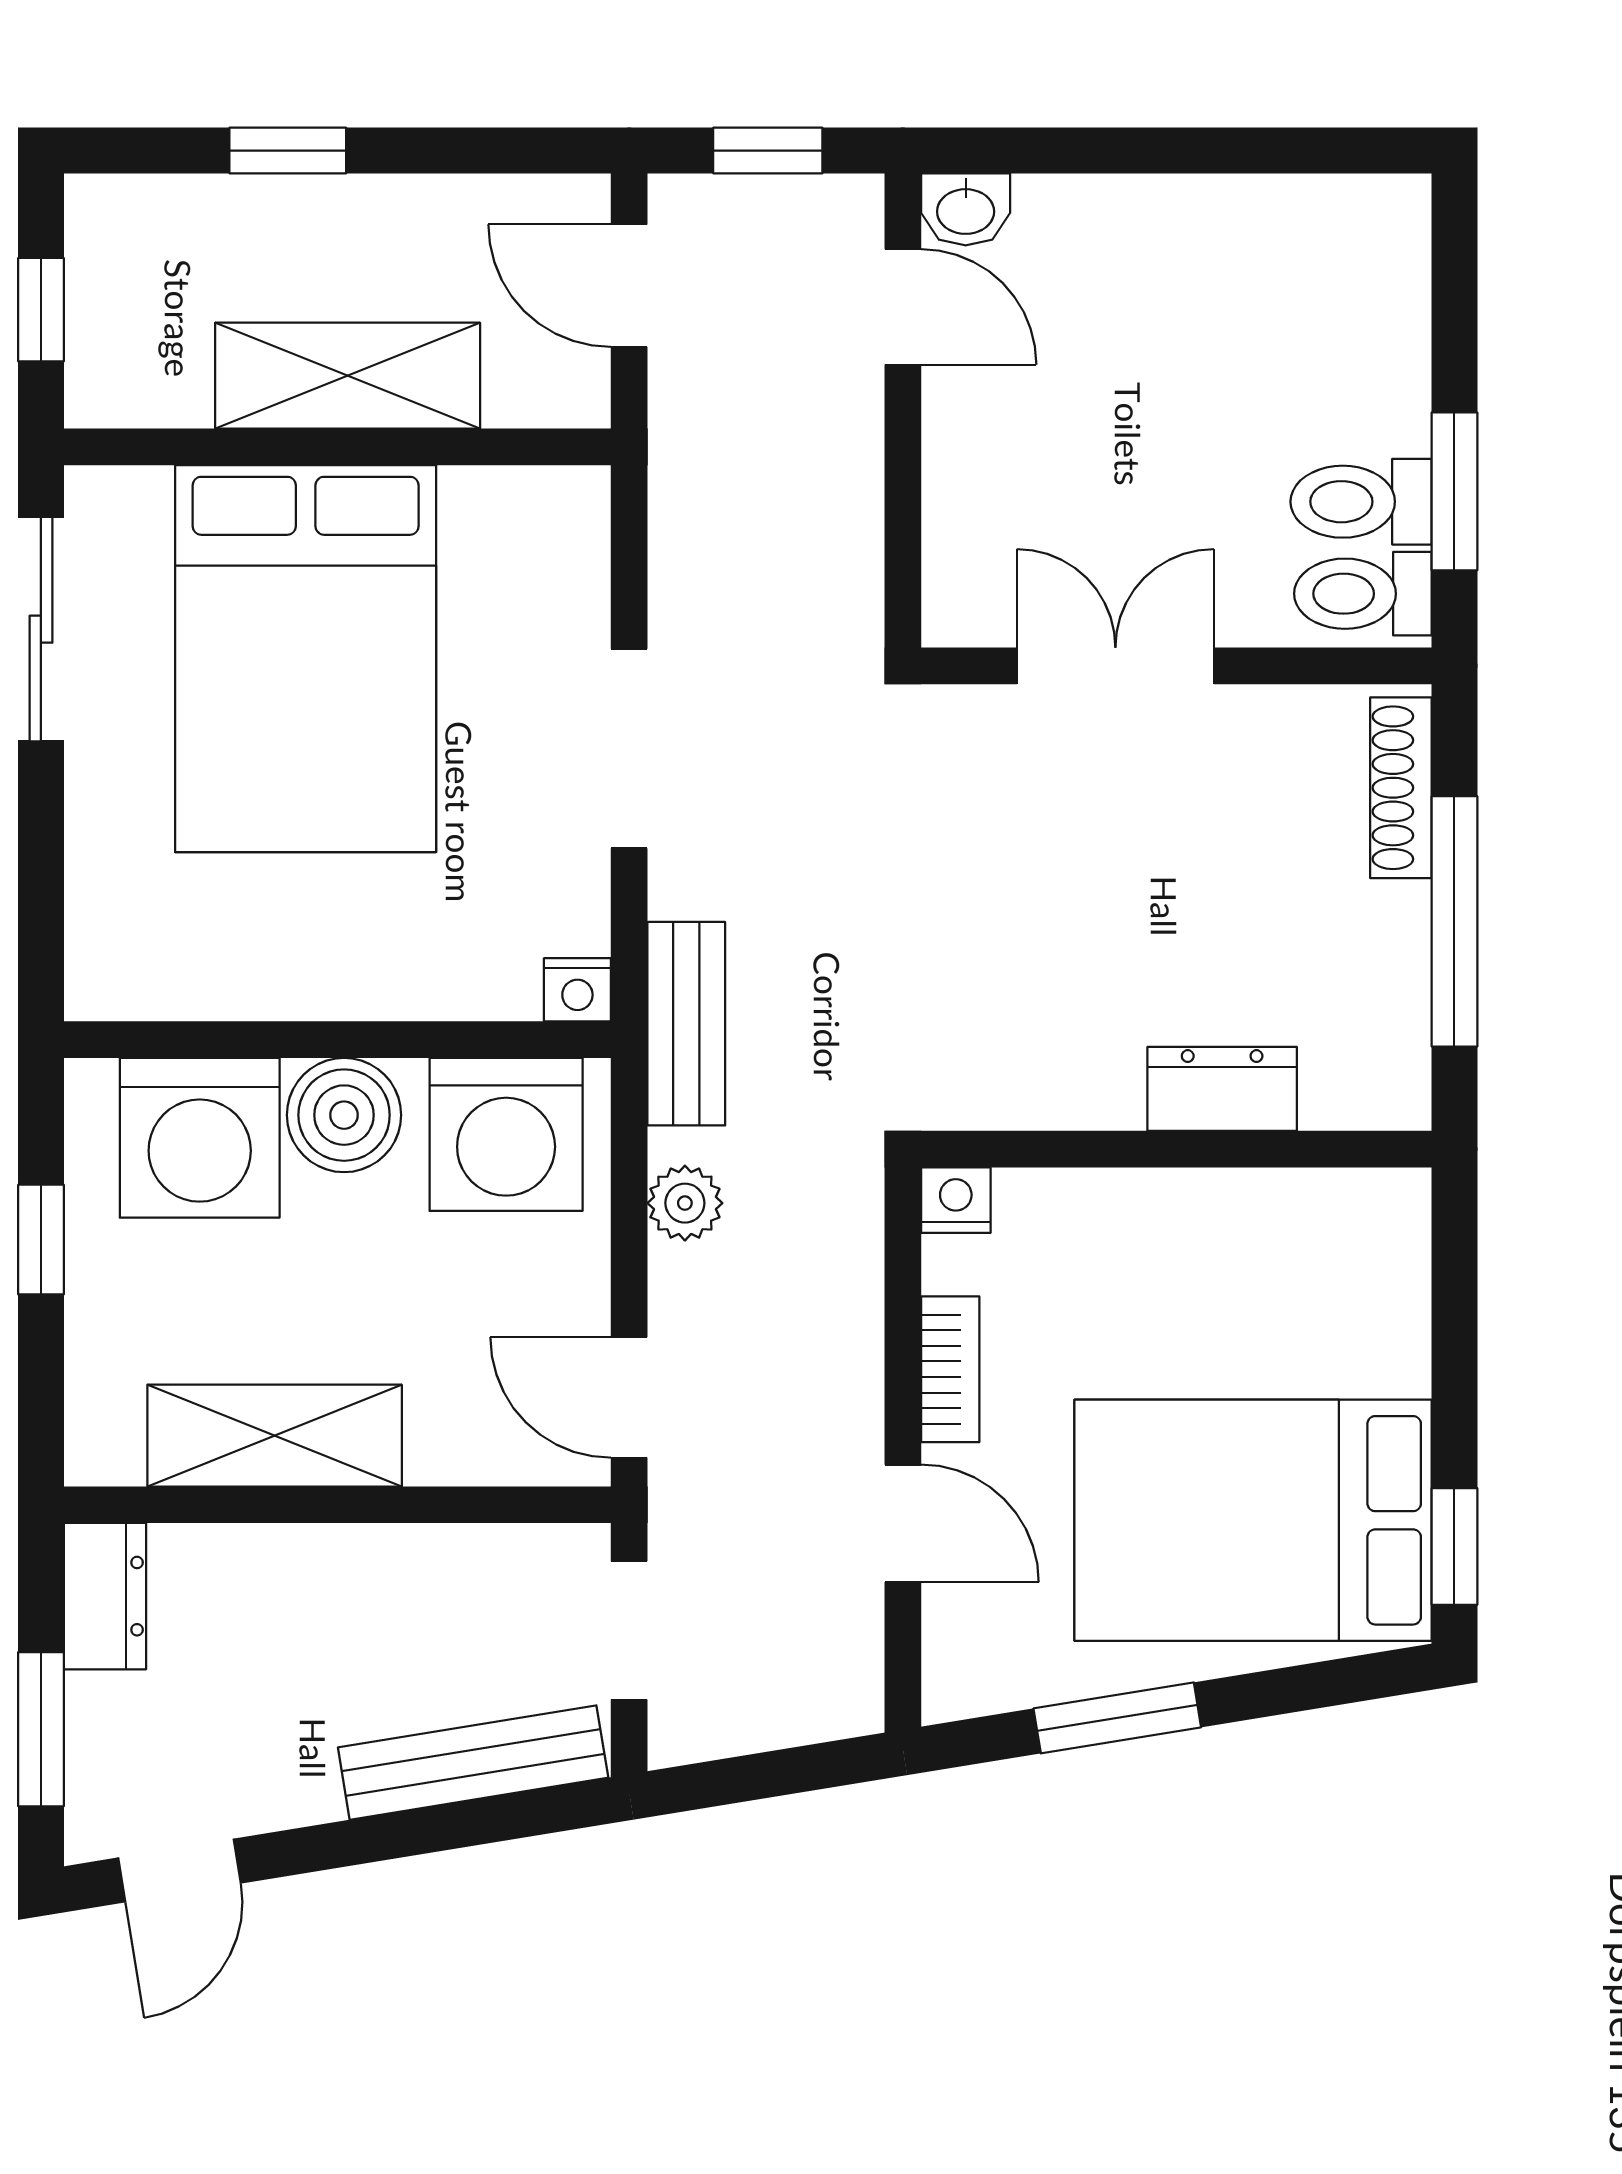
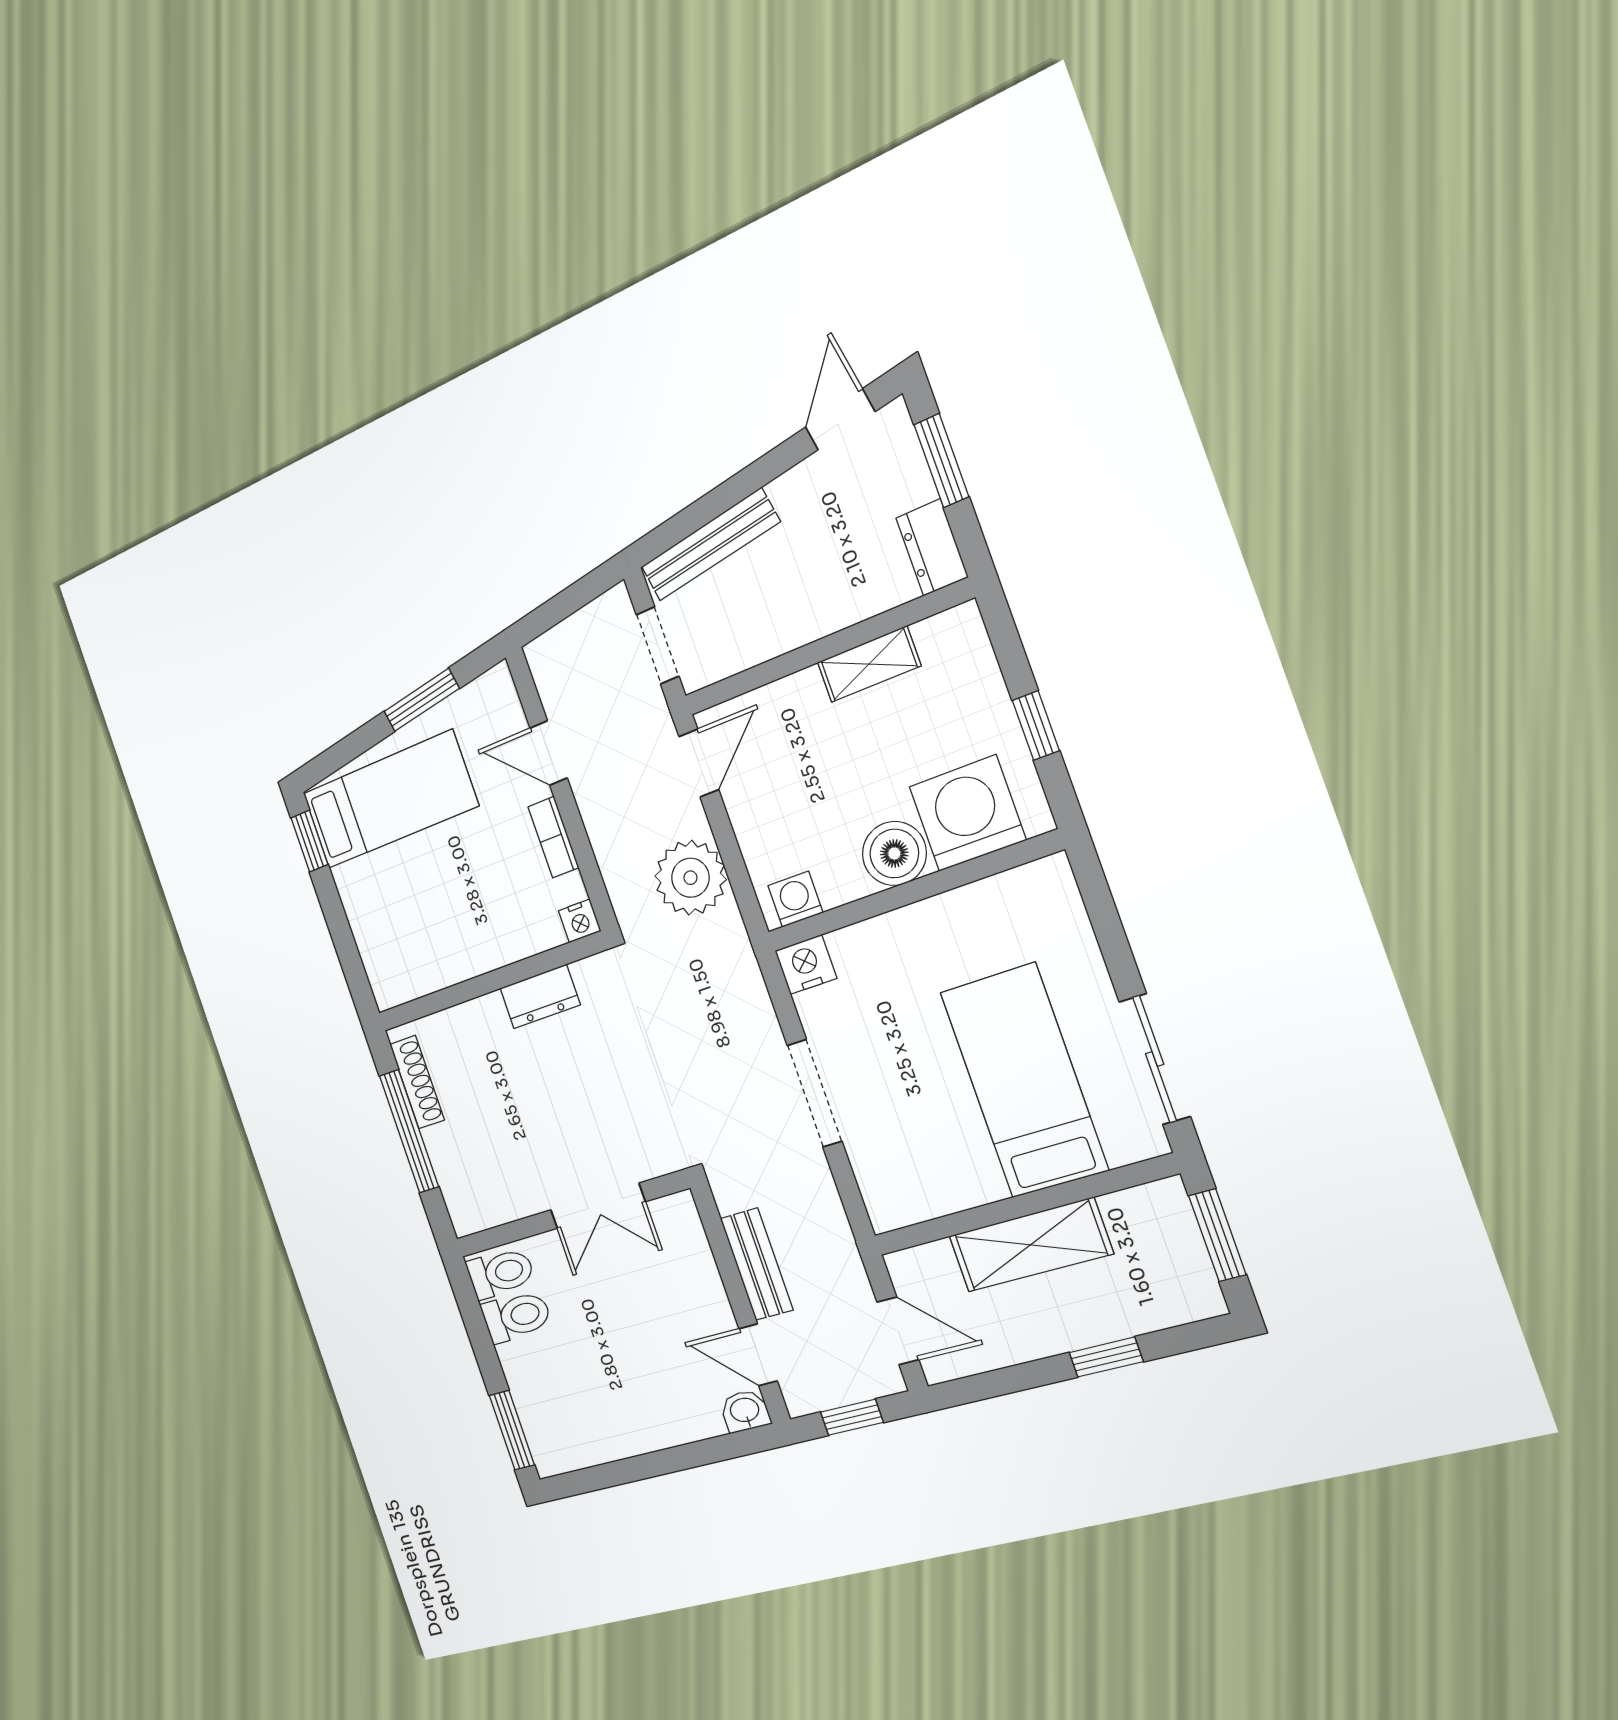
window: (41, 310) -> (1217, 1235), width x1.50
window: (1454, 491) -> (512, 1430), moved
bed: (306, 659) -> (1024, 1081), width x0.67
shoe rack: (1401, 788) -> (417, 1082), moved
nightstand: (577, 990) -> (806, 965), width x1.39, depth x1.35
bench: (686, 1024) -> (757, 1264), moved
dresser: (1222, 1089) -> (540, 997), moved
washing machine: (506, 1134) -> (795, 899), width x0.53, depth x0.53
plant: (685, 1203) -> (690, 878), width x1.87, depth x1.87
door: (629, 1397) -> (699, 763), hinge flipped
shelving: (275, 1436) -> (869, 664), width x0.67, depth x0.75
bed: (1253, 1520) -> (390, 800), width x0.67

